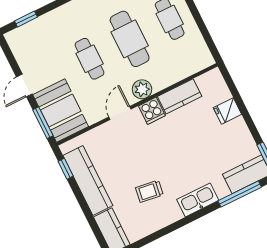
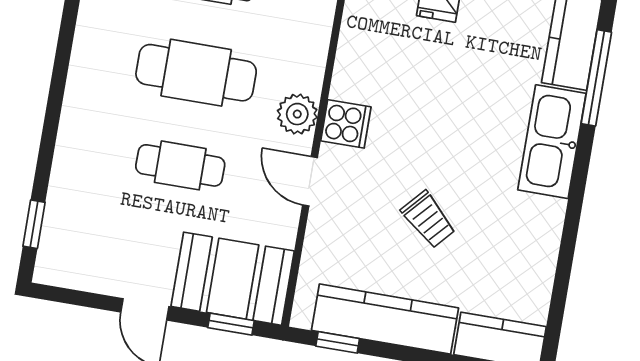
kitchen counter: (180, 96) -> (356, 59), removed
window: (43, 123) -> (231, 324), width x0.67
trolley: (149, 191) -> (428, 219), moved, turned -56
kitchen sink: (198, 200) -> (552, 142), width x1.36, depth x1.24

